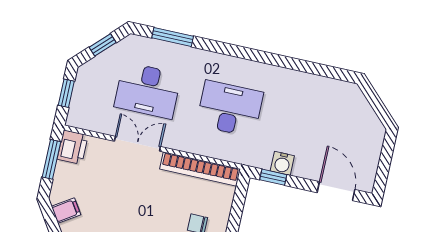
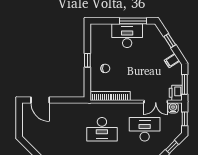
double door: (137, 144) -> (156, 102), moved
water cooler: (282, 163) -> (173, 108), moved
window: (273, 177) -> (73, 100), removed

